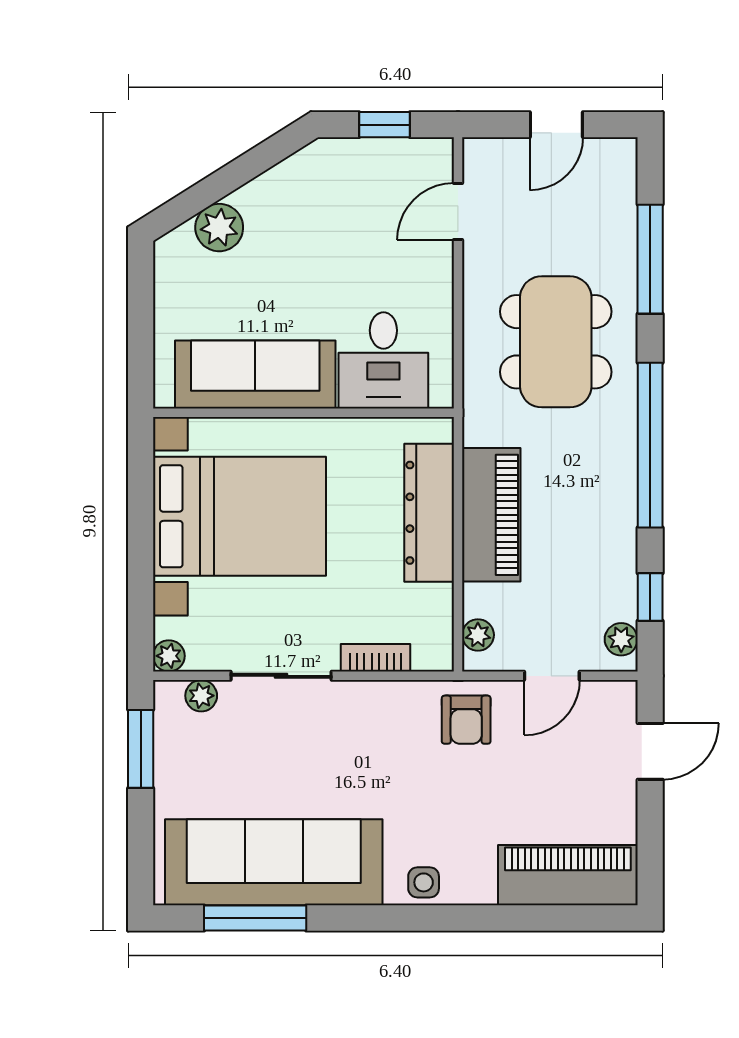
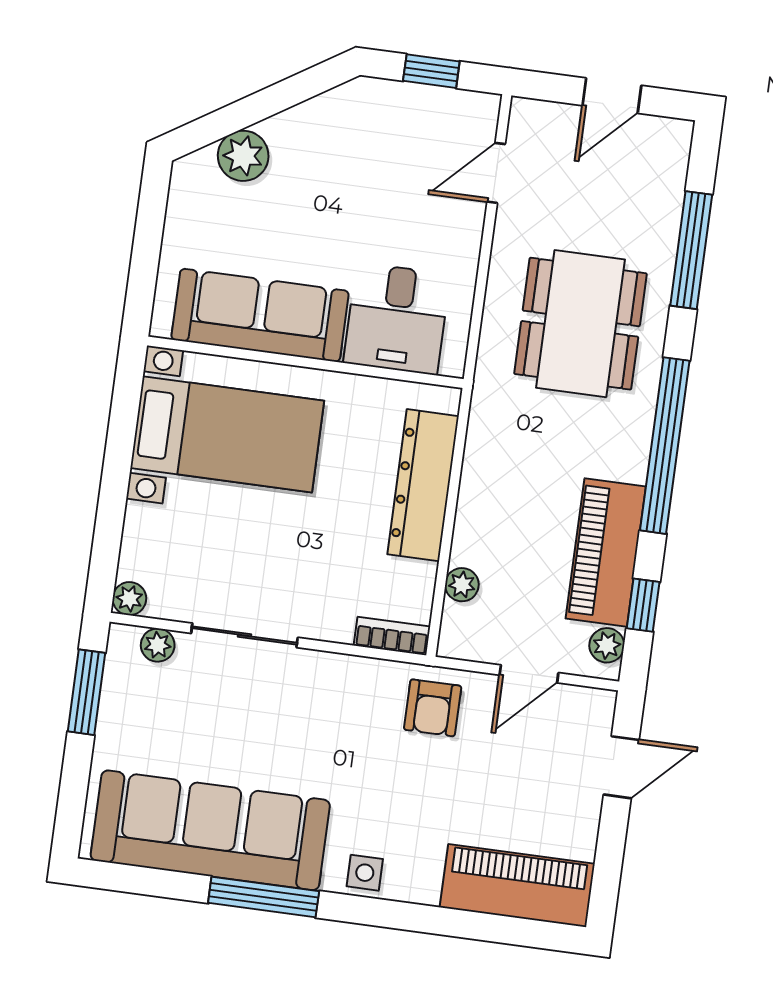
piano: (491, 515) -> (606, 553), moved, turned 180
bed with nightstands: (240, 516) -> (227, 434), width x0.73
plant: (478, 635) -> (462, 585), moved
bookcase: (376, 658) -> (392, 636), moved
window: (255, 918) -> (264, 897), moved

